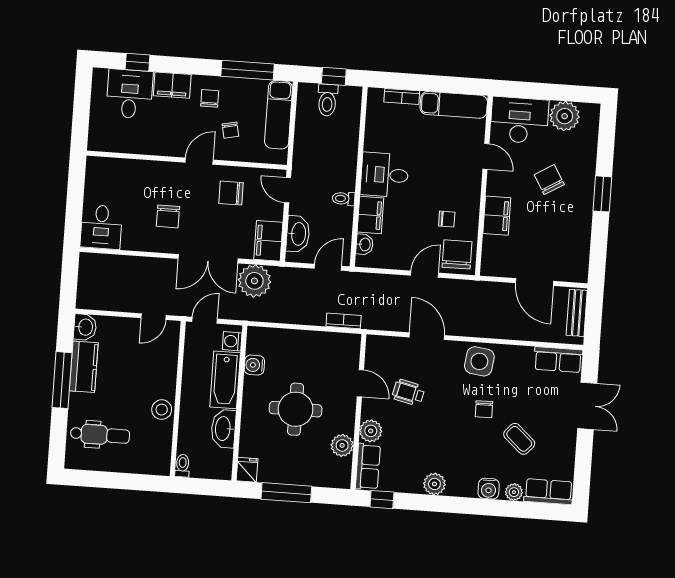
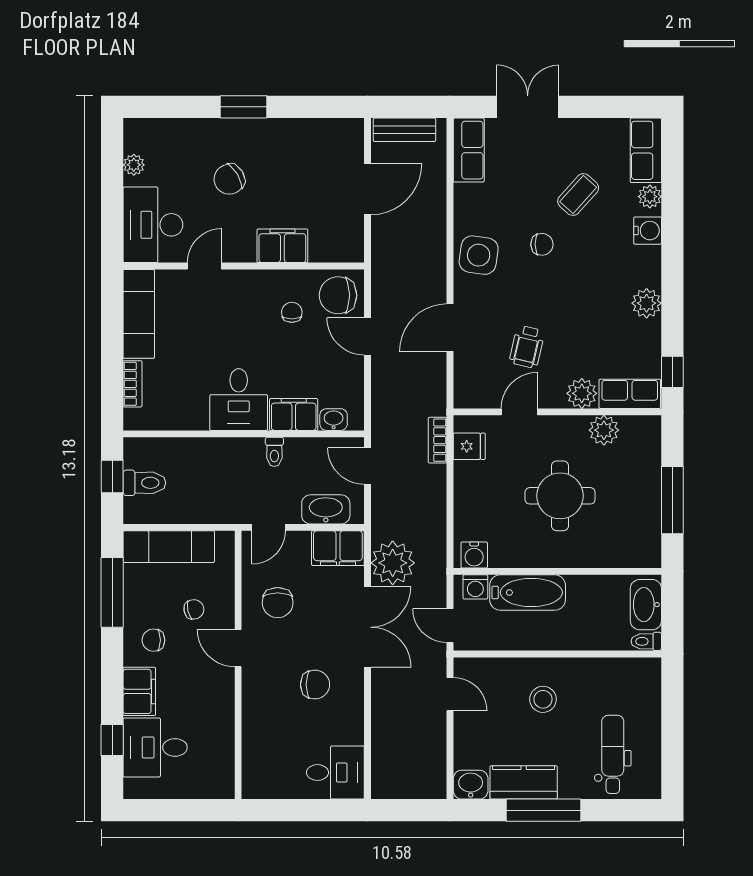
plant: (565, 116) -> (134, 165), width x0.53, depth x0.53
water cooler: (254, 365) -> (474, 555), moved
stool: (162, 410) -> (543, 699), moved
washbasin: (223, 429) -> (646, 605), moved, turned 90
fridge: (247, 470) -> (469, 446), moved, turned 180

